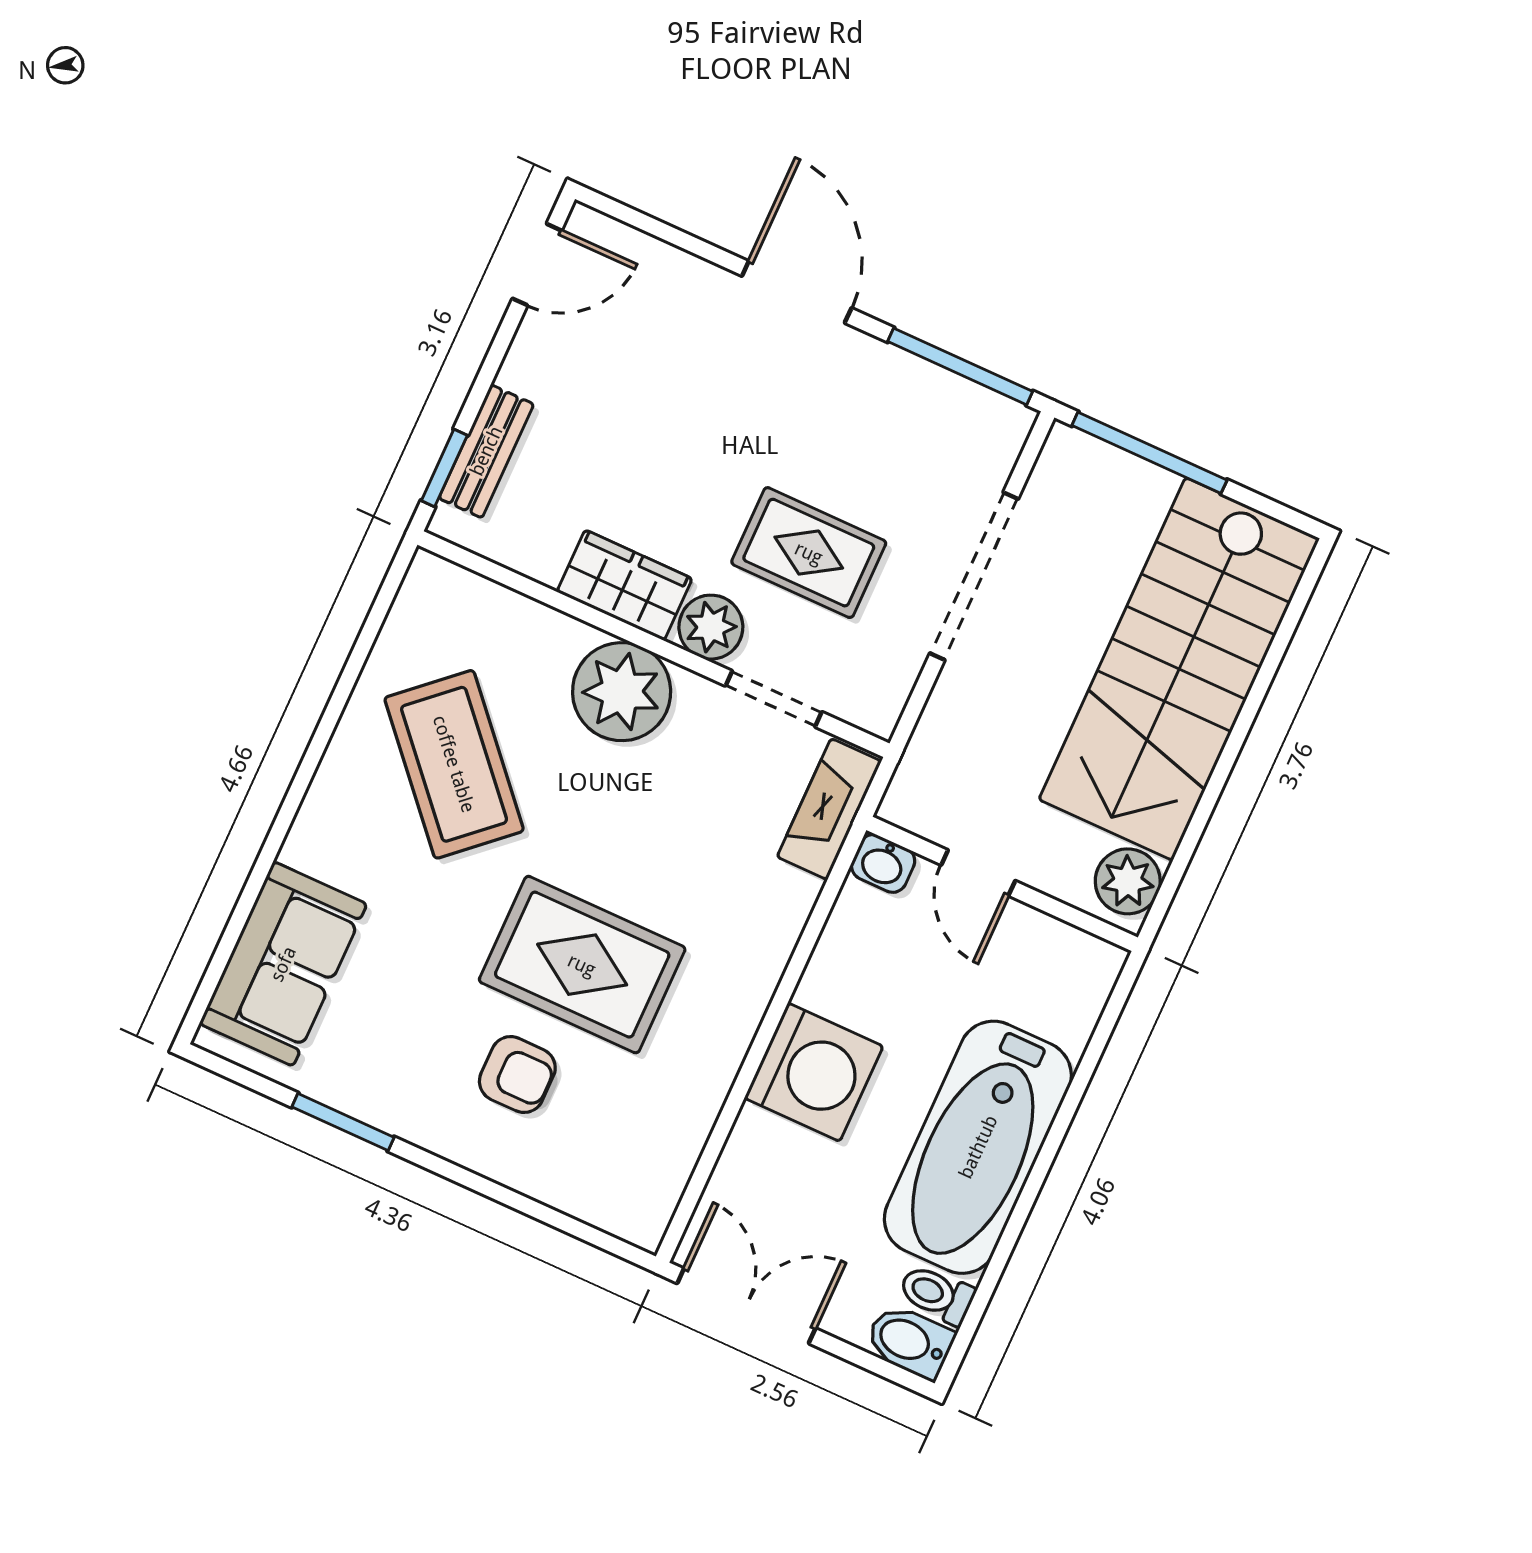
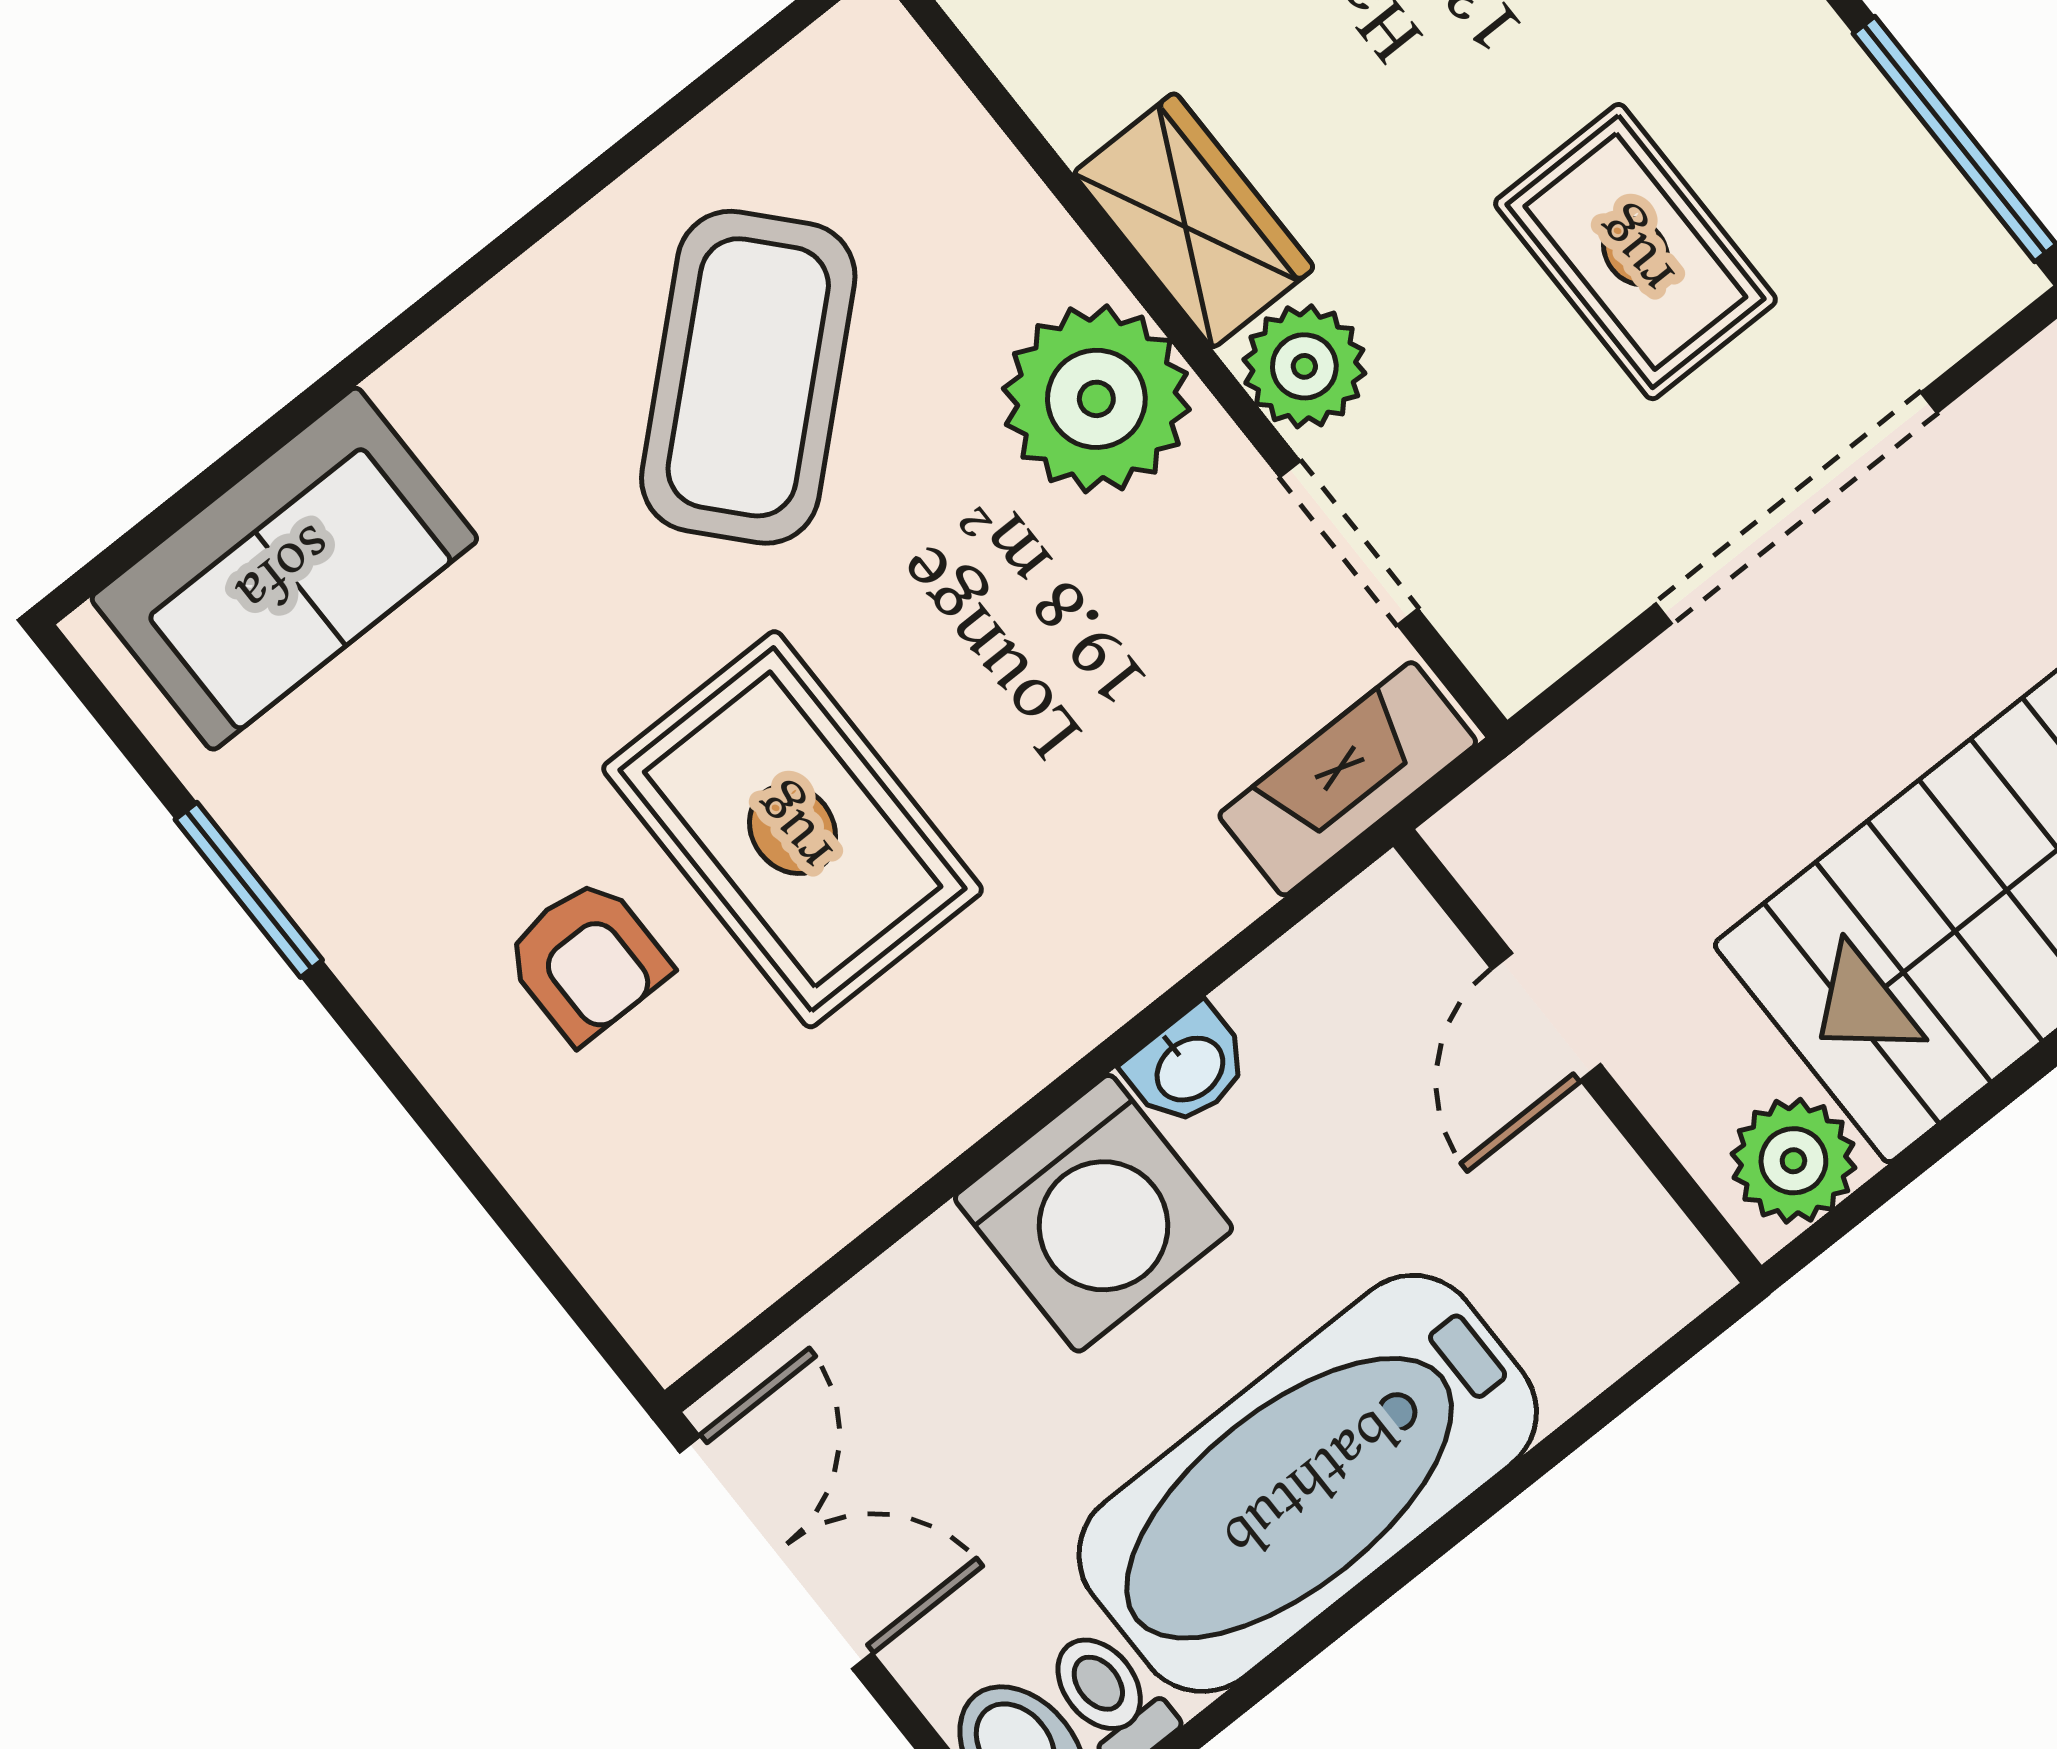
rug: (809, 553) -> (1635, 252), moved
washbasin: (883, 863) -> (1188, 1067), moved, turned -90

